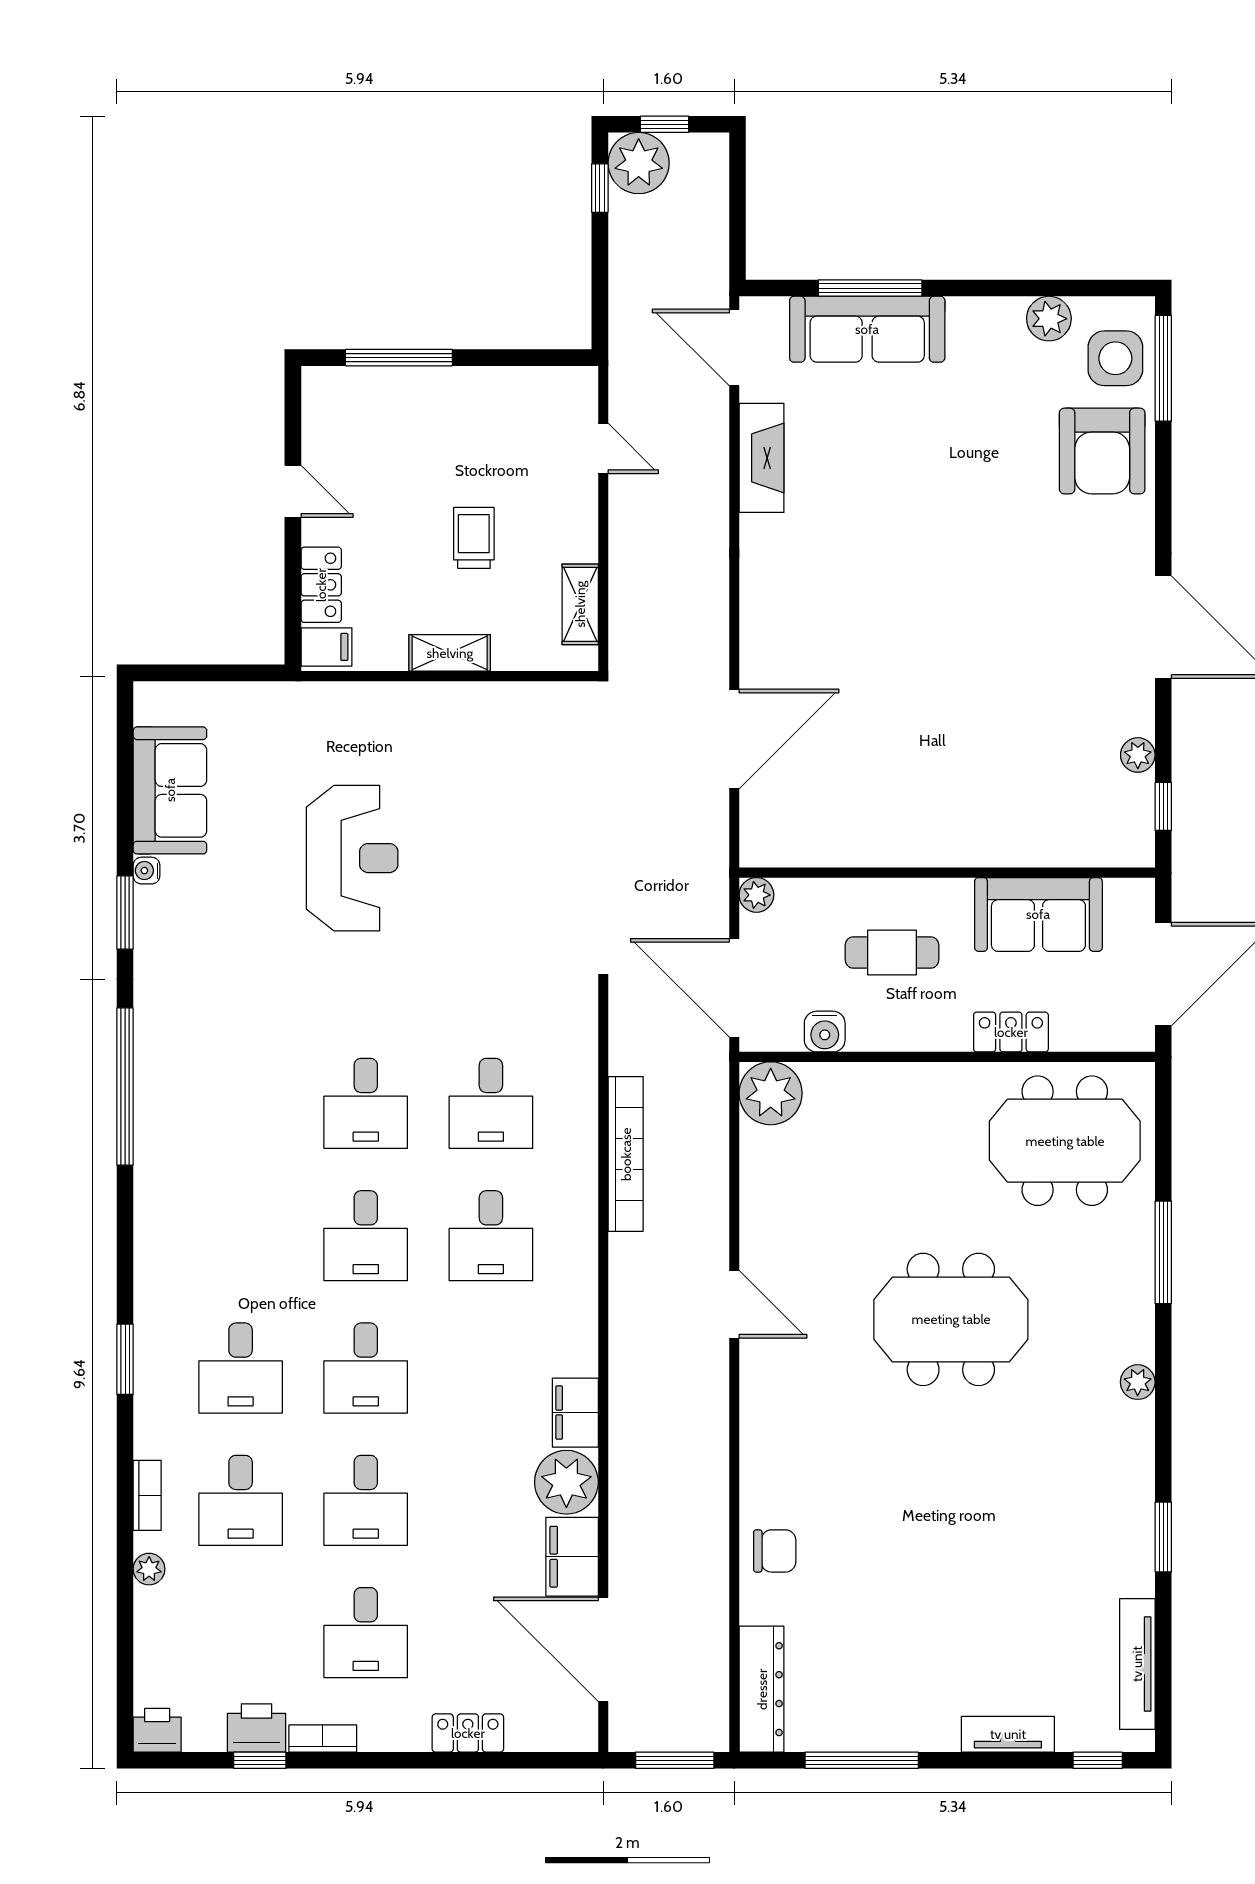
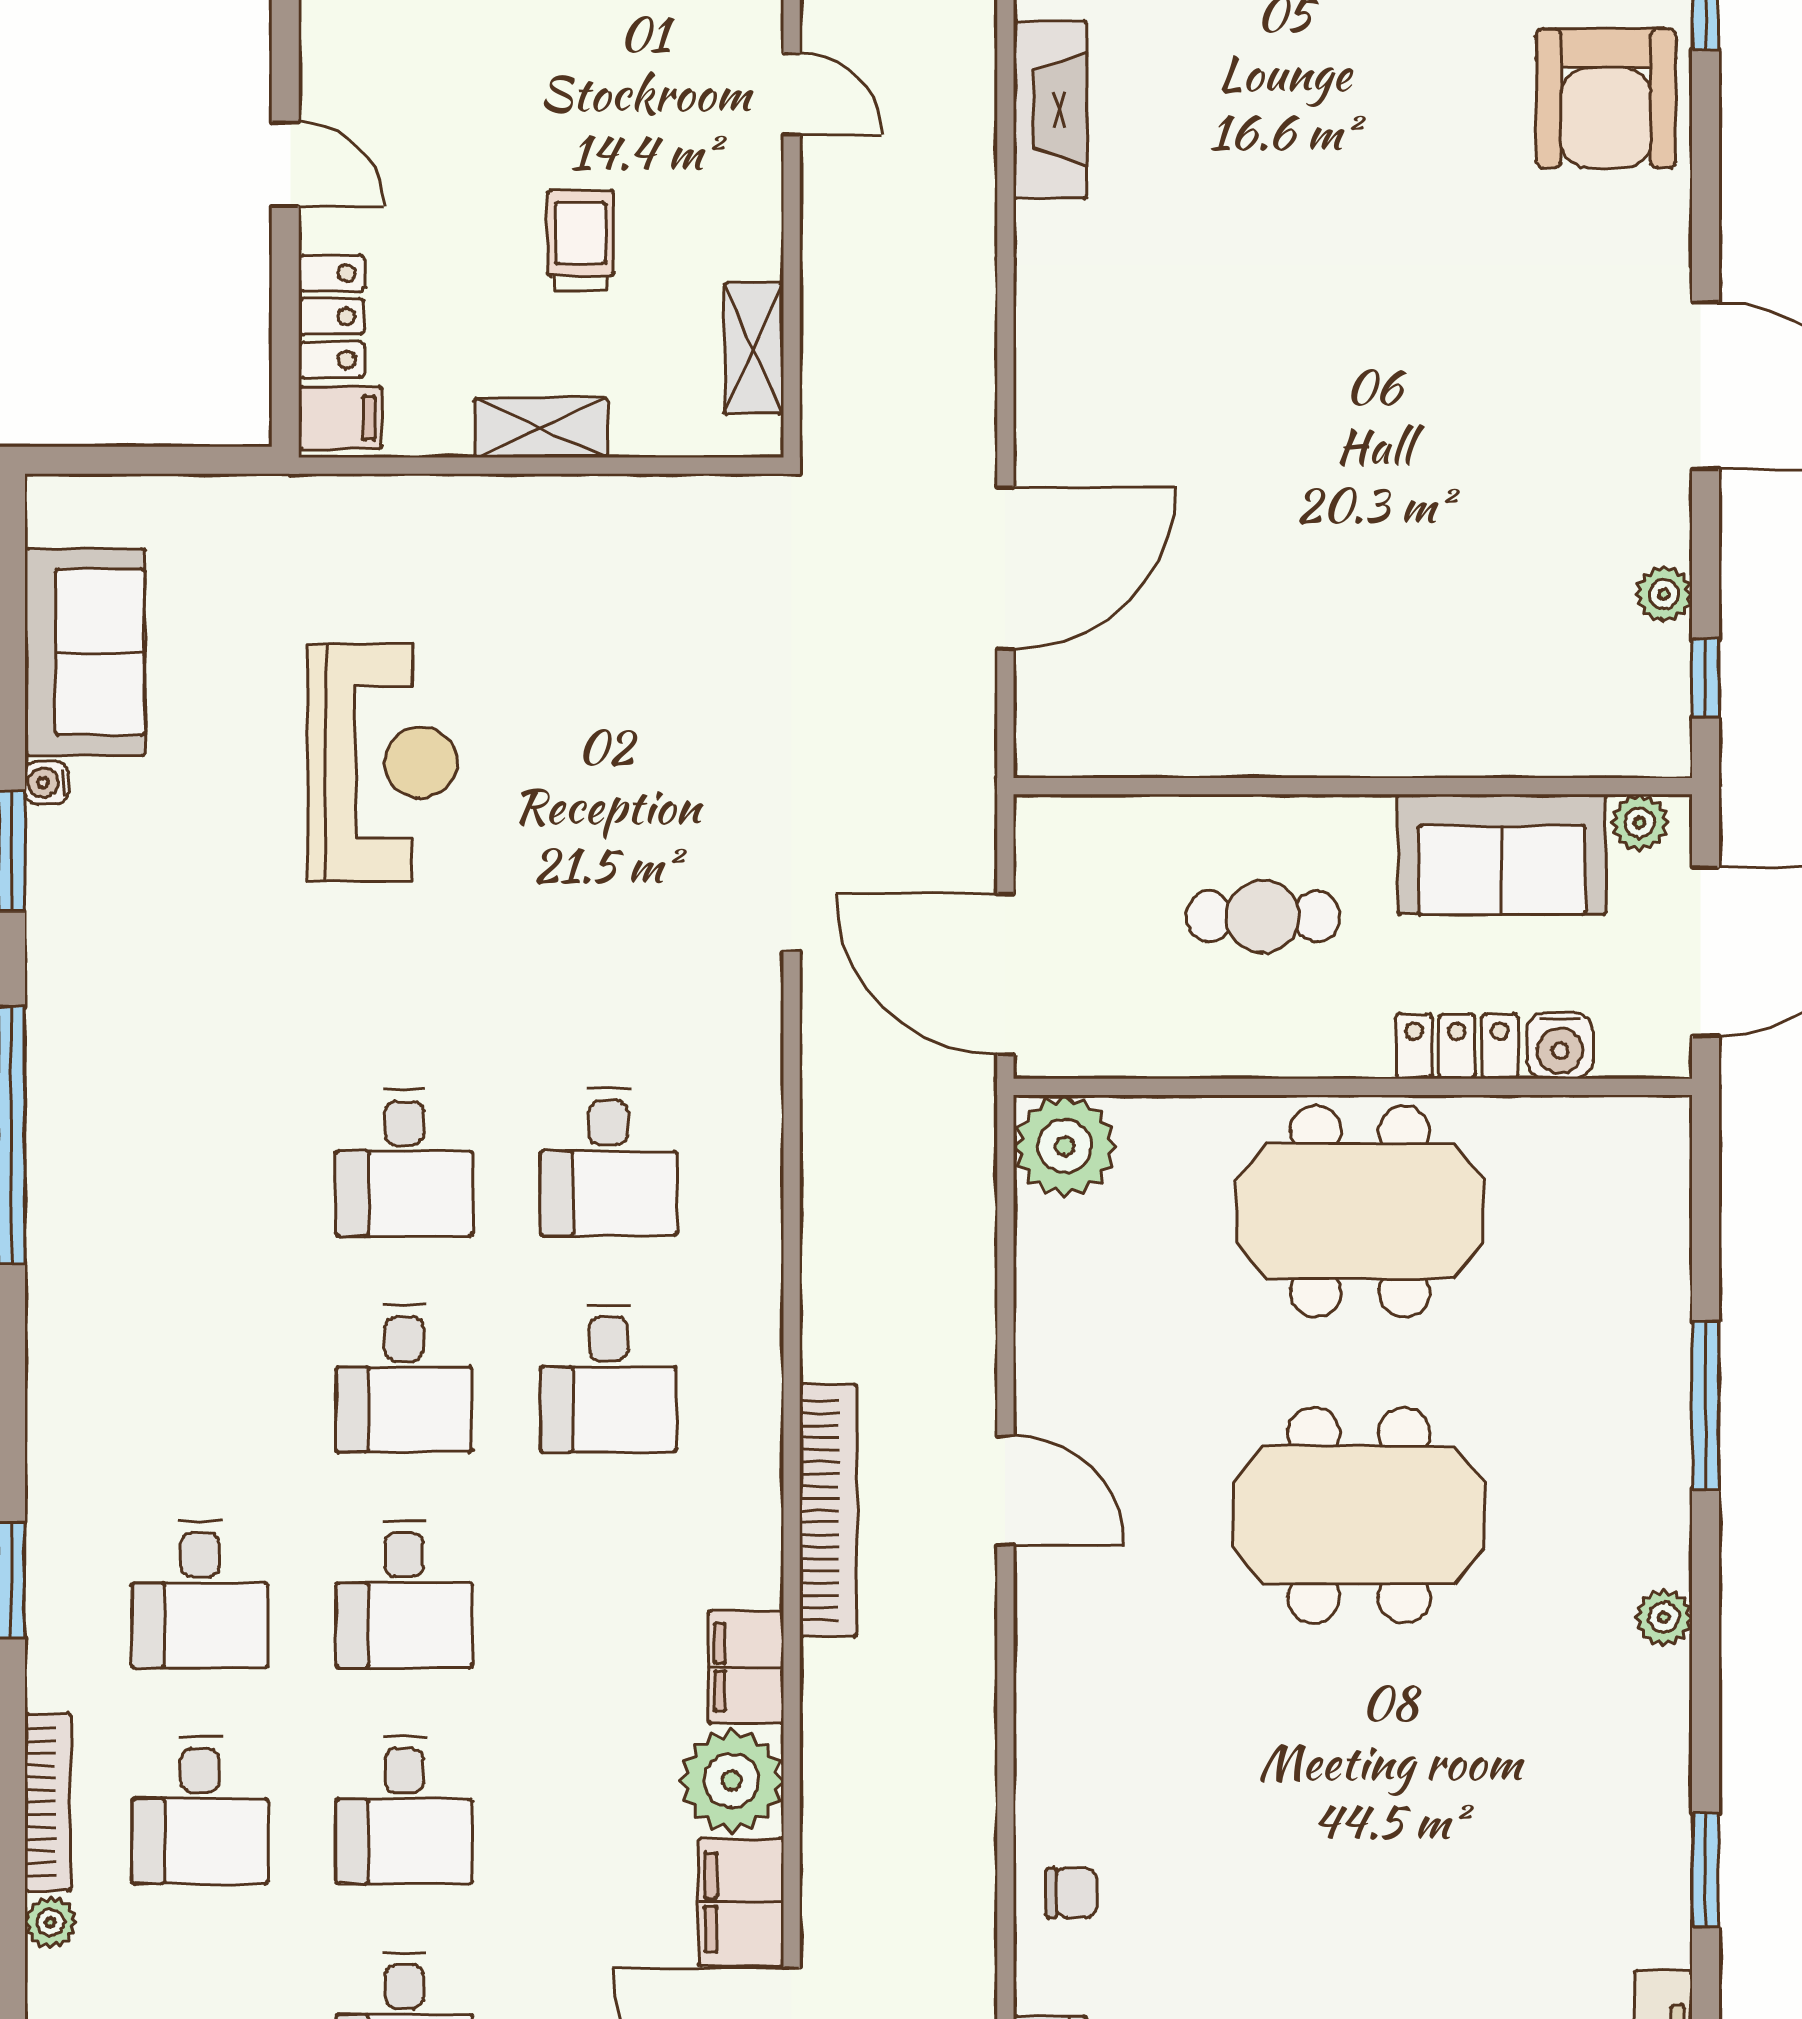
plant: (756, 895) -> (1640, 823), moved
water cooler: (825, 1032) -> (1560, 1046), moved
meeting table: (1065, 1141) -> (1360, 1211), moved
bookcase: (626, 1154) -> (828, 1510), moved
bookcase: (147, 1495) -> (48, 1802), width x1.56
chair: (775, 1551) -> (1071, 1893), width x0.73, depth x0.73

